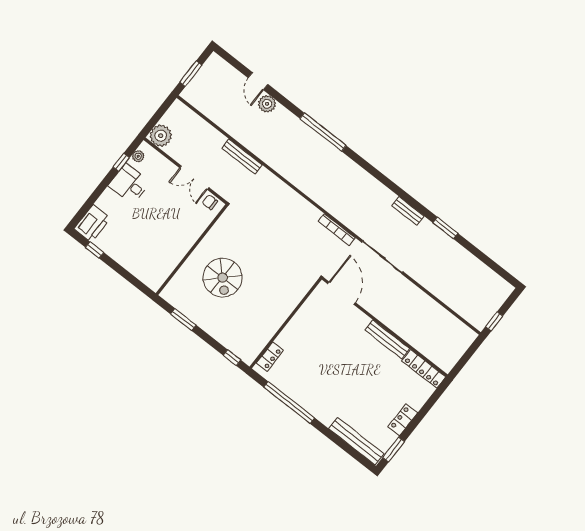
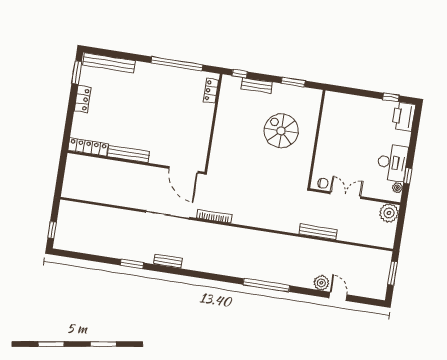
desk: (129, 184) -> (392, 163), width x1.37
window: (494, 321) -> (52, 230), moved
bench: (222, 336) -> (257, 85), added

